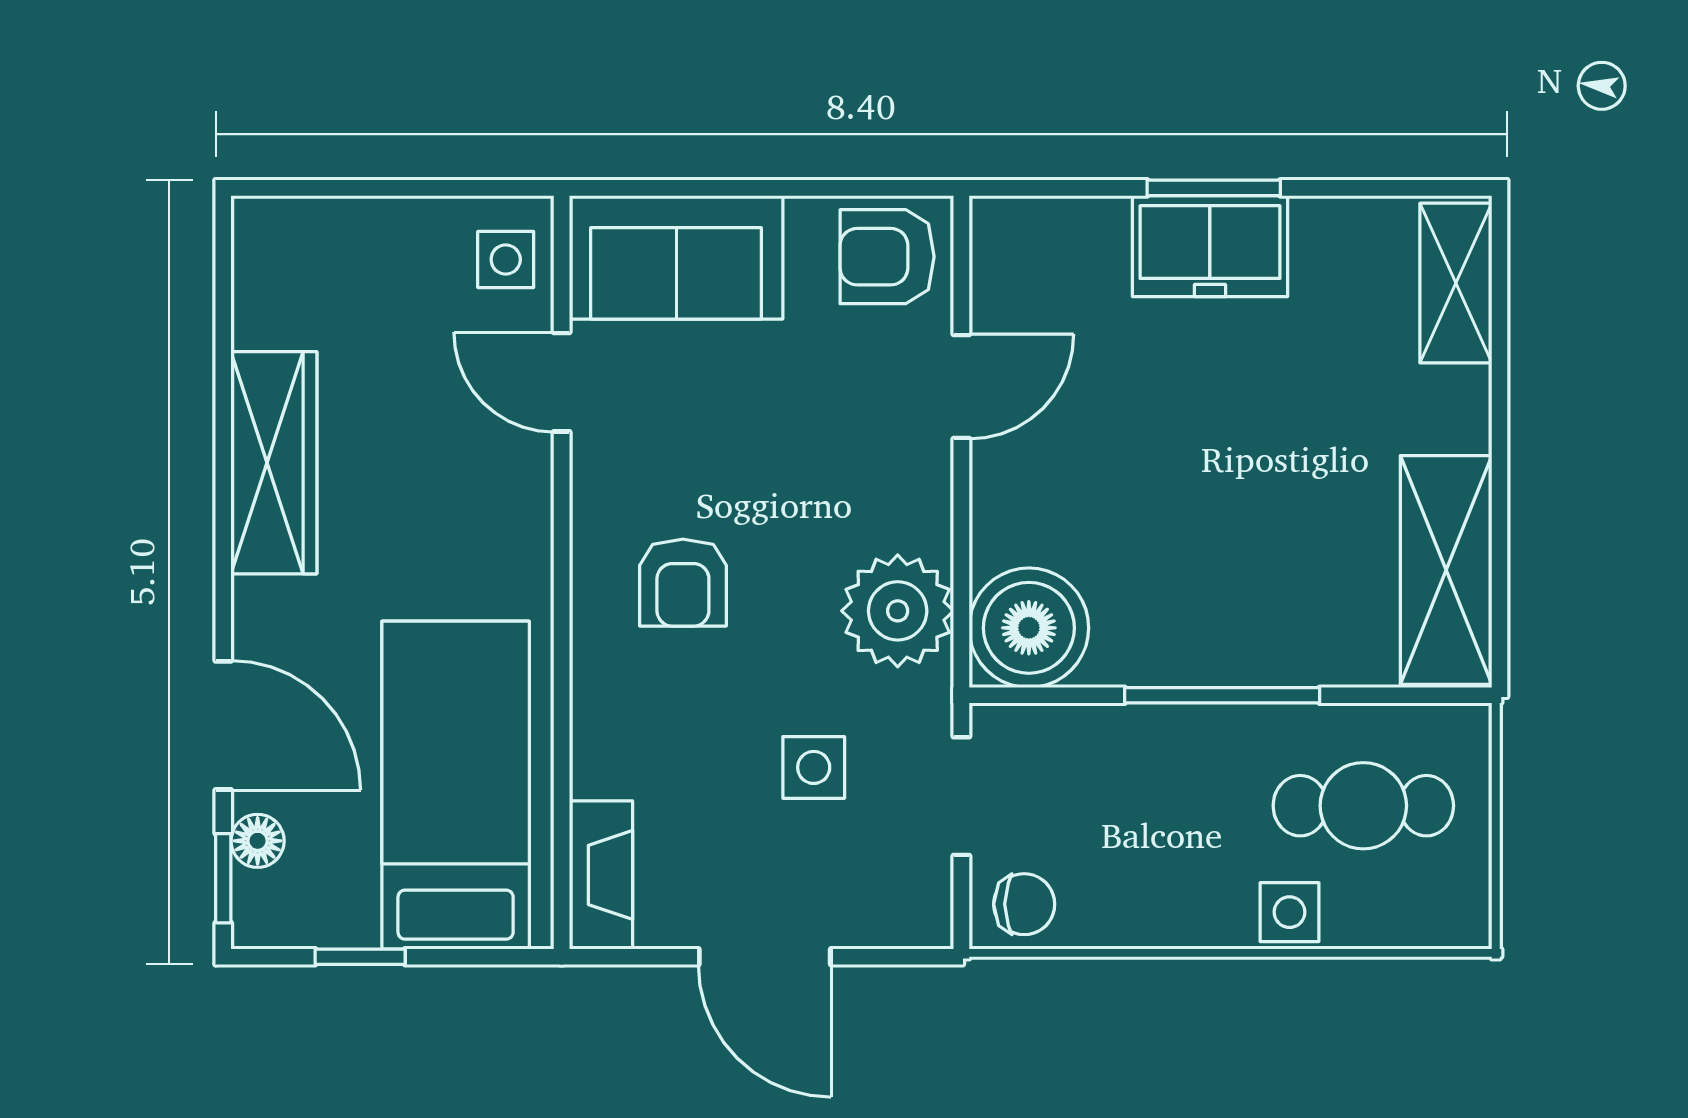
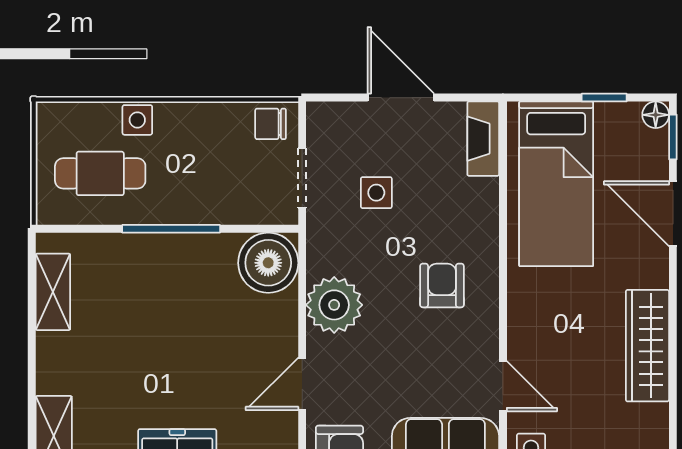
shelving: (1446, 570) -> (53, 292), width x0.67, depth x0.75
plant: (898, 611) -> (334, 305), moved
floor lamp: (258, 841) -> (656, 115), moved

